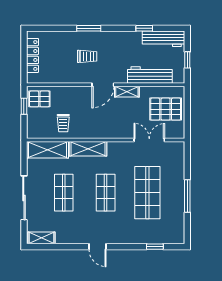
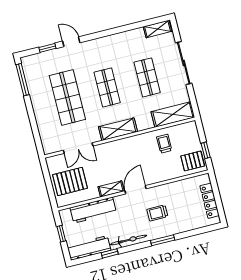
bicycle: (122, 37) -> (129, 240), added
shelving: (88, 149) -> (118, 129), moved
window: (187, 196) -> (23, 80), moved
door: (97, 247) -> (71, 42), moved

